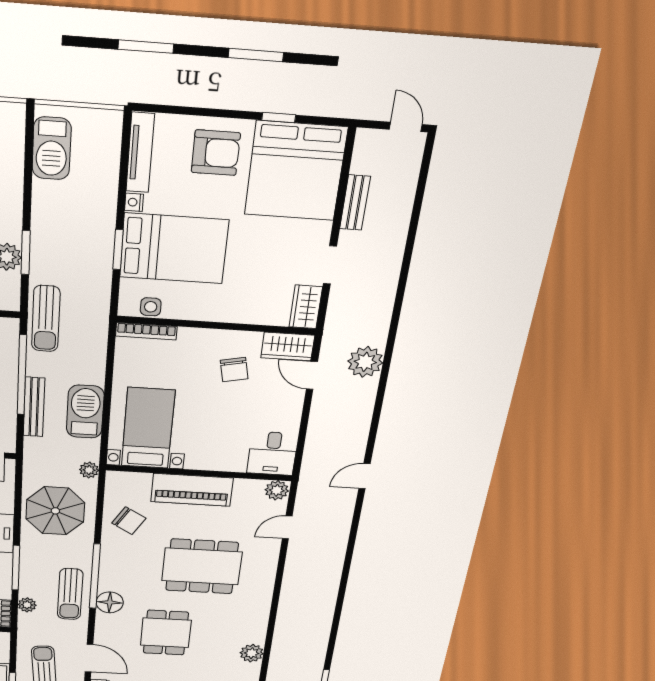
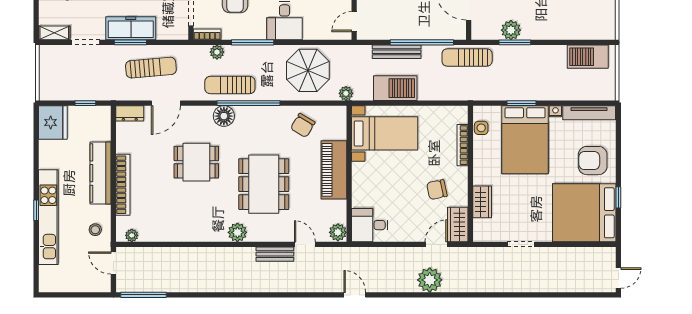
armchair: (216, 153) -> (593, 161), turned 90
bench: (355, 203) -> (275, 254), moved
wardrobe: (306, 307) -> (482, 202), moved, turned 90
bookcase: (146, 331) -> (462, 145), moved
plant: (365, 362) -> (430, 280), moved
plant: (252, 653) -> (237, 232), moved

